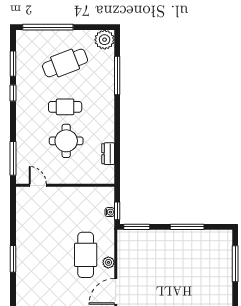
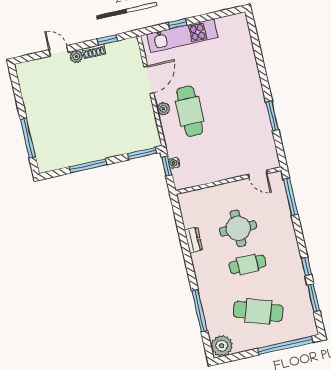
cafe table: (65, 63) -> (258, 311), turned 39
dresser: (108, 154) -> (194, 240), moved
window: (13, 259) -> (272, 116), moved

